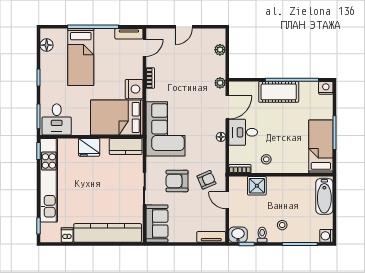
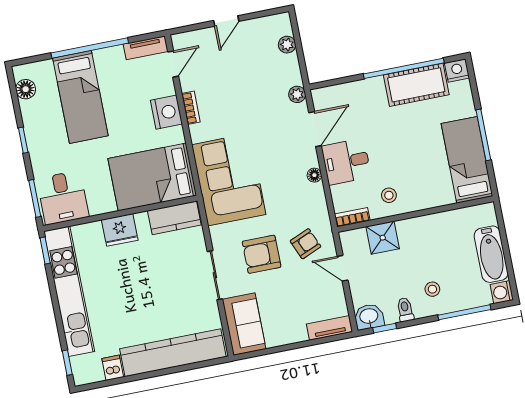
nightstand: (134, 89) -> (166, 112), moved
cot: (279, 92) -> (416, 85), moved
bathtub: (324, 196) -> (491, 254), moved

